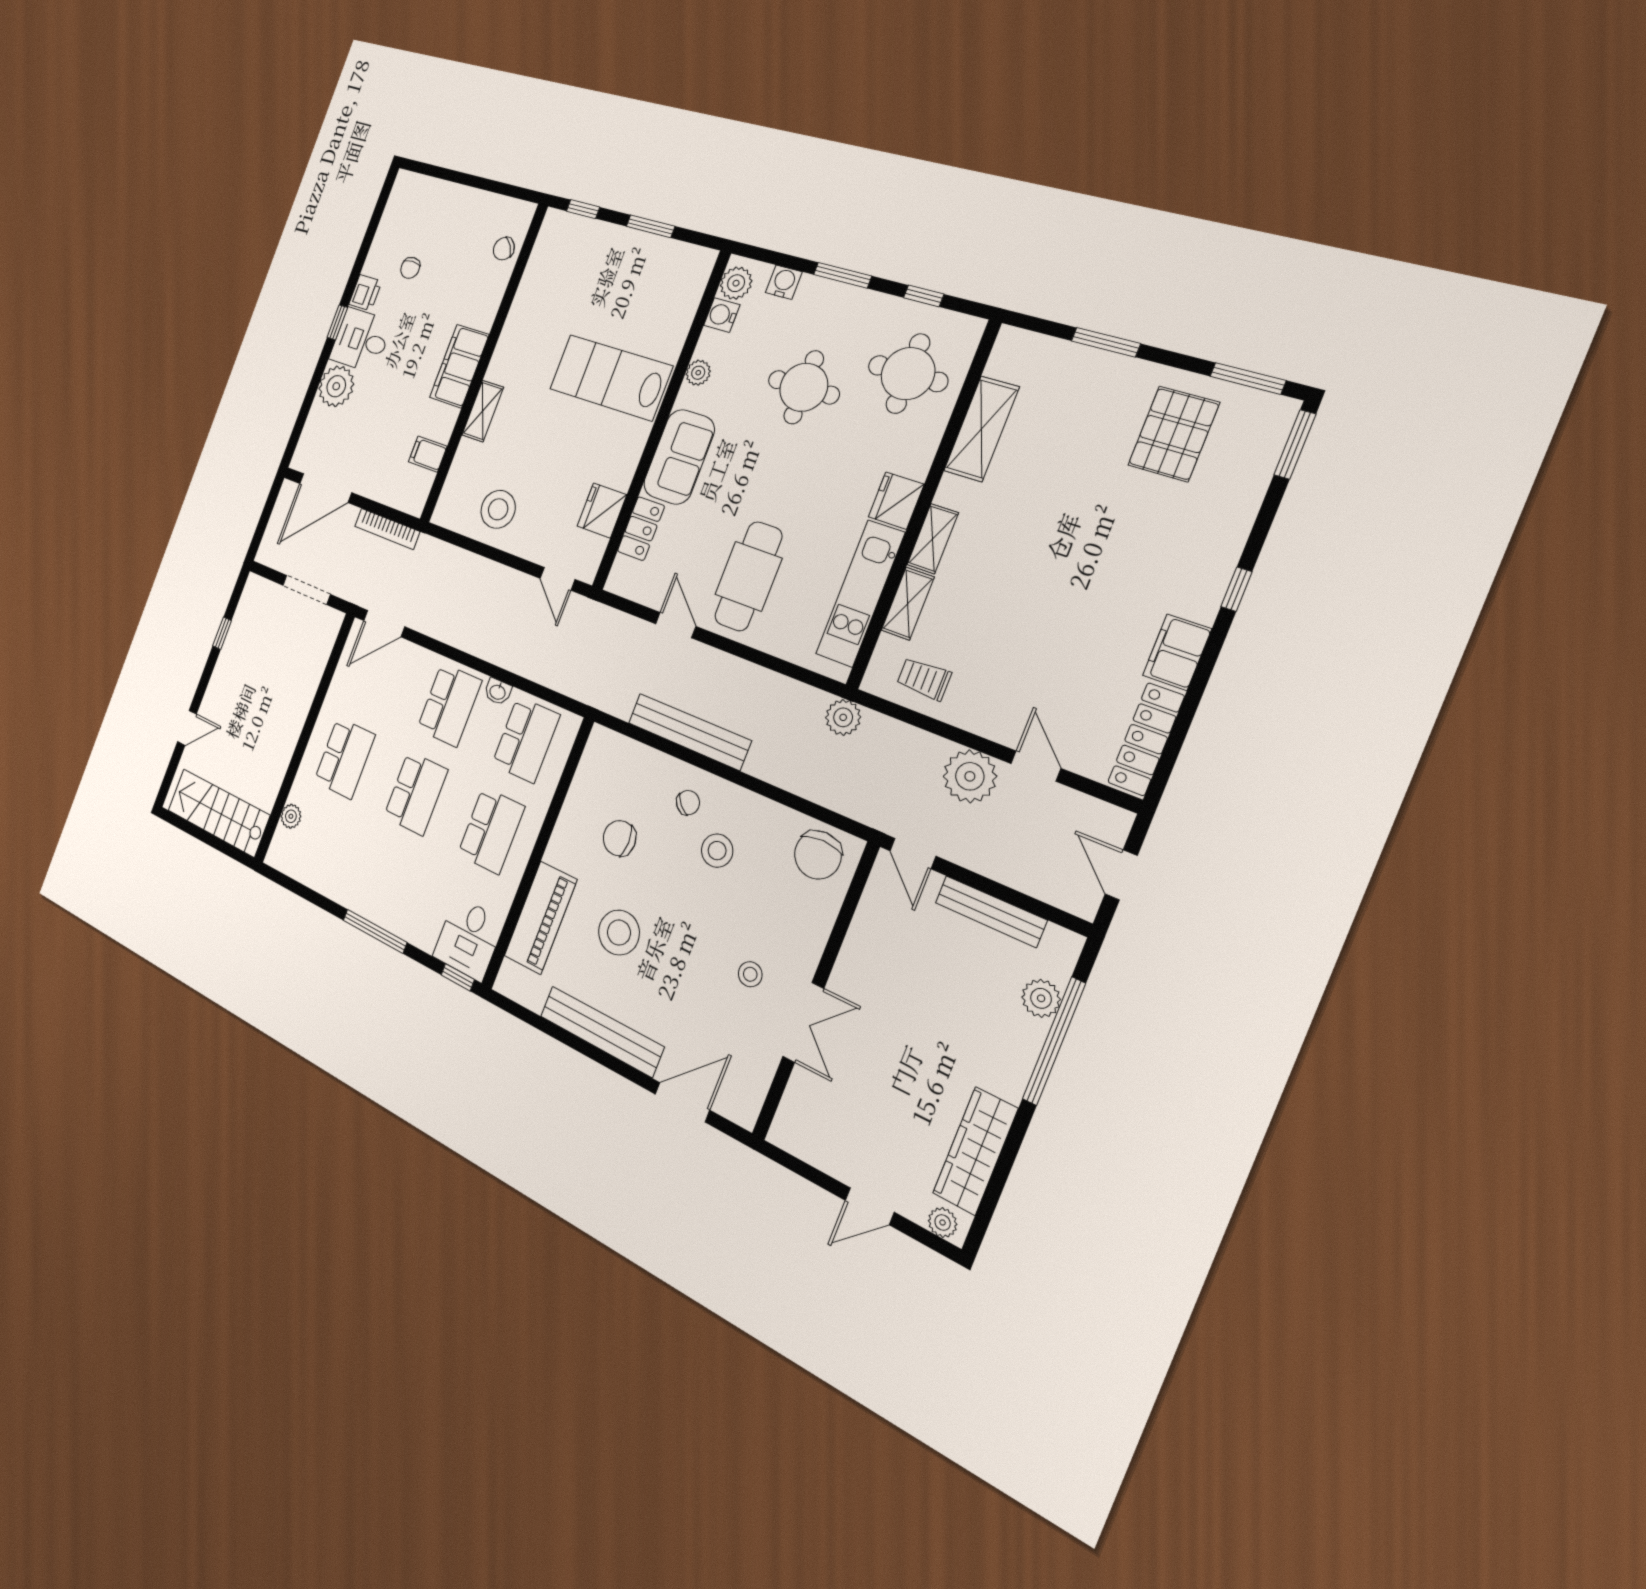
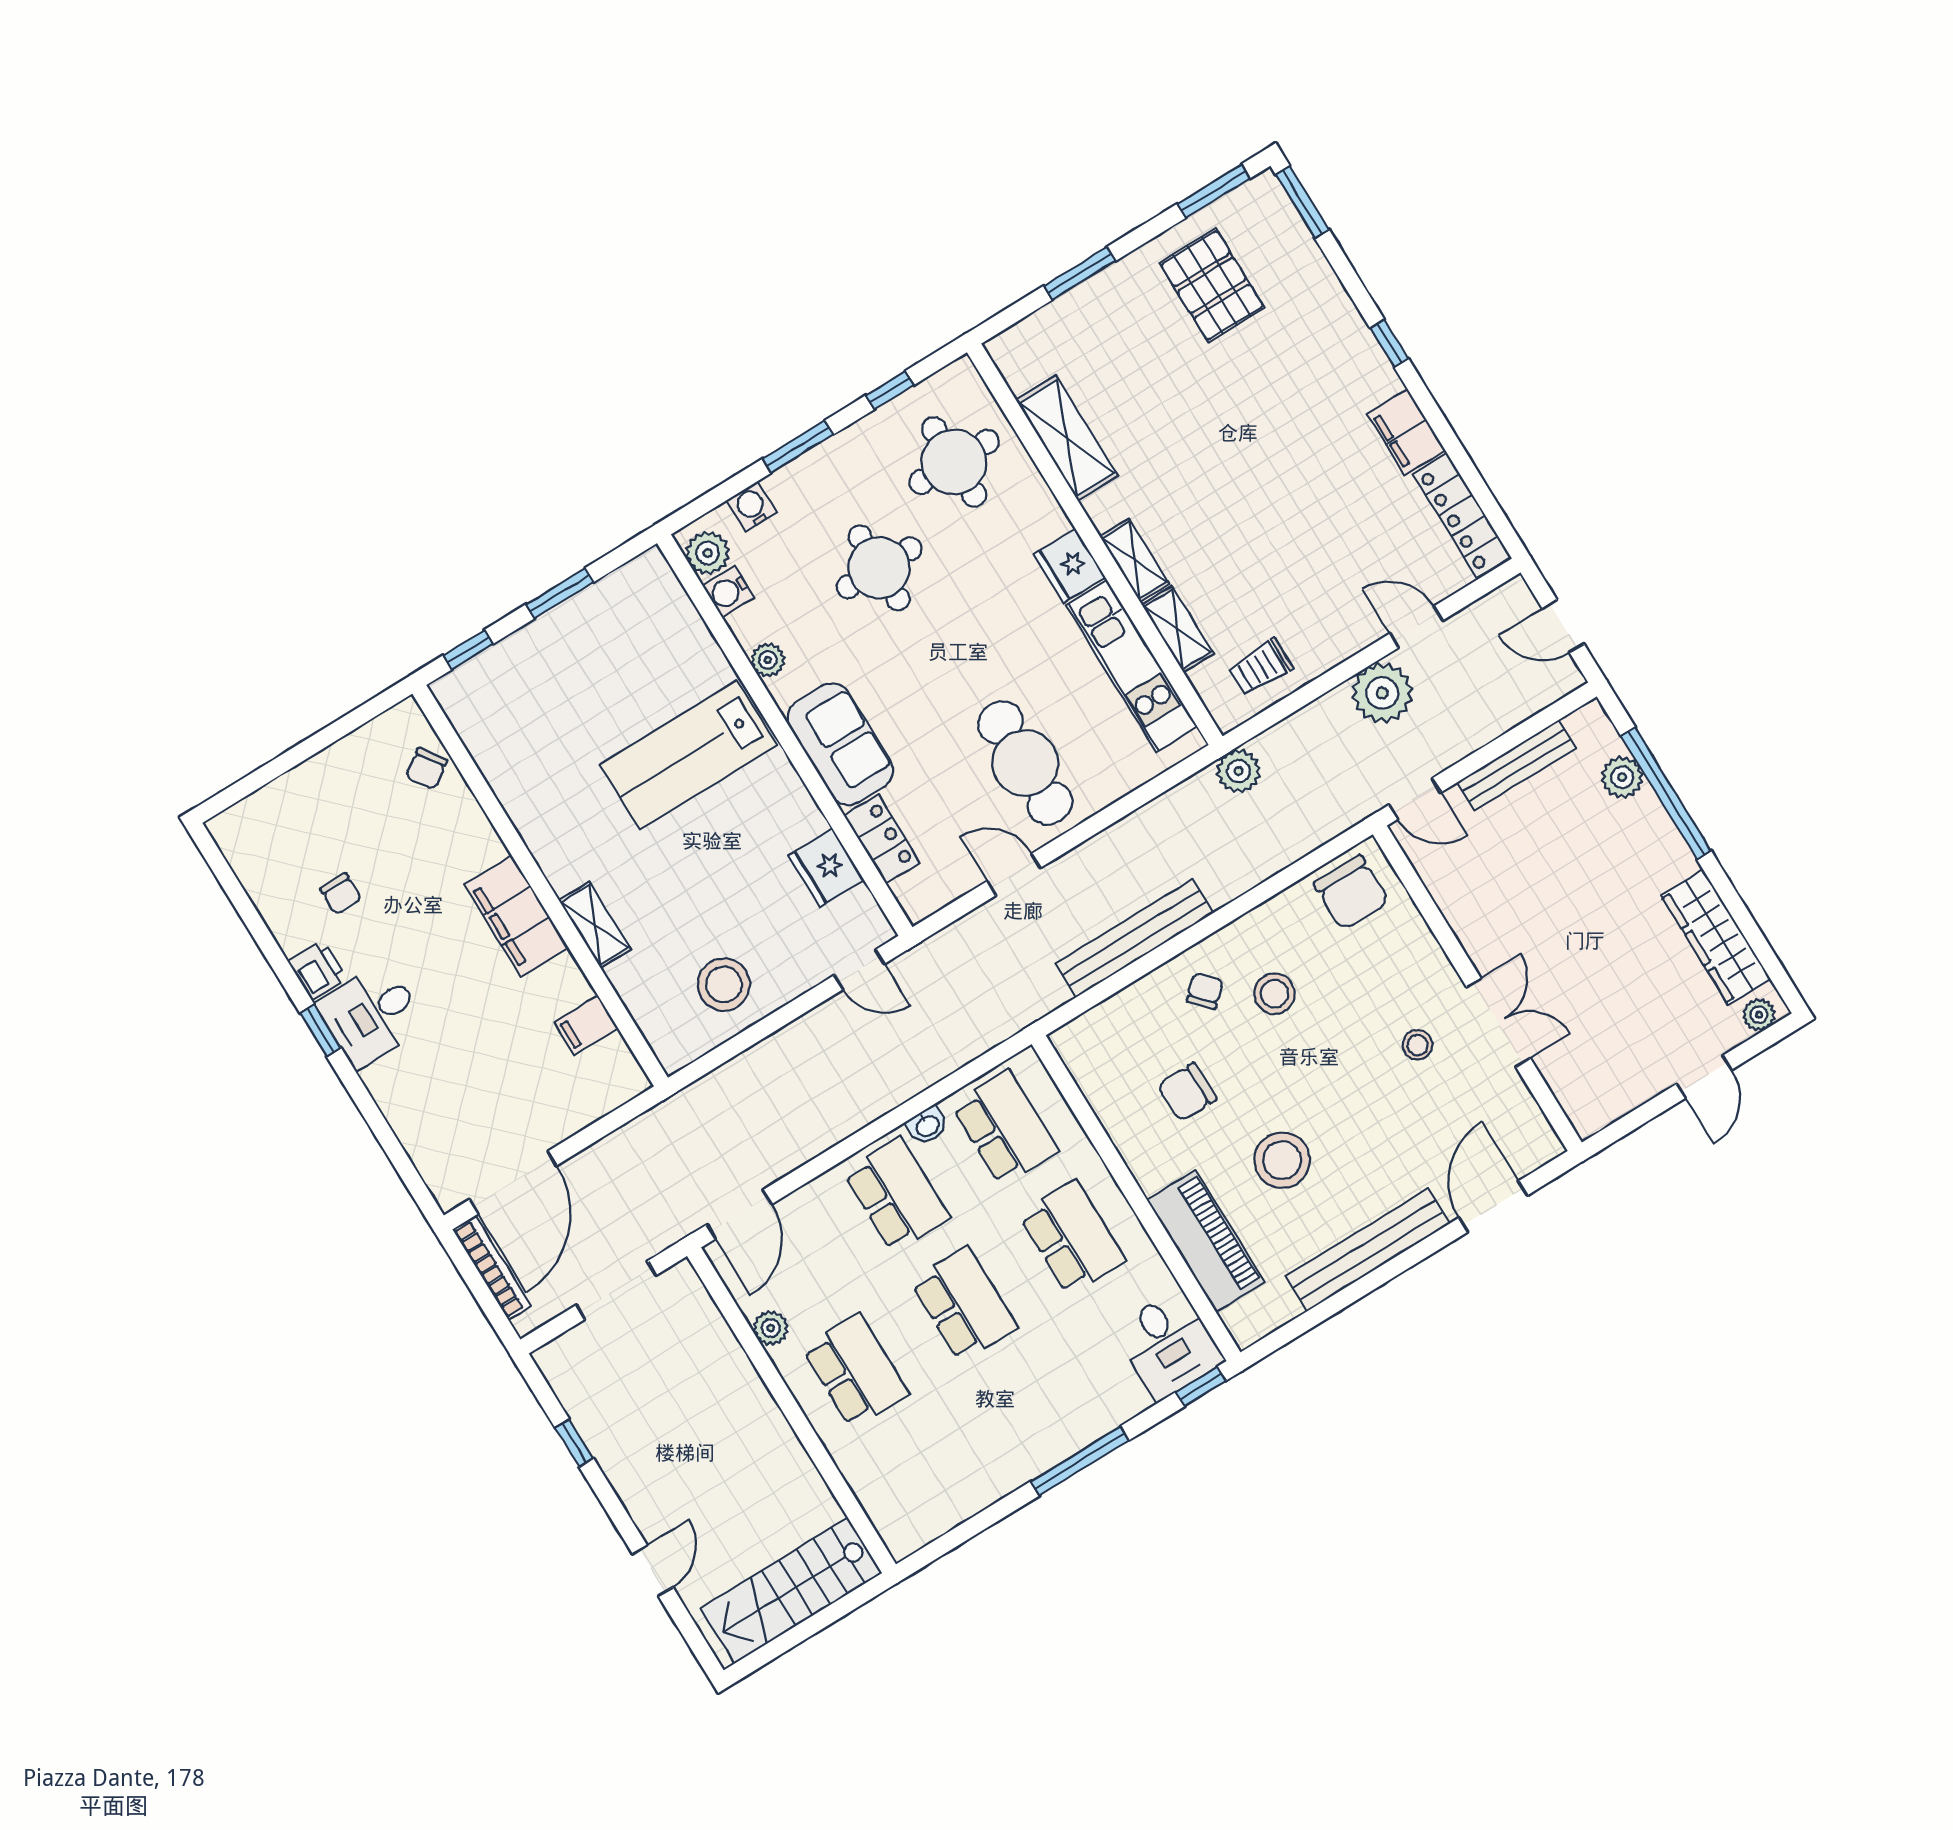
plant: (336, 386) -> (399, 1085), removed
bookcase: (387, 529) -> (492, 1268), moved, turned -90
plant: (291, 816) -> (771, 1328), moved

